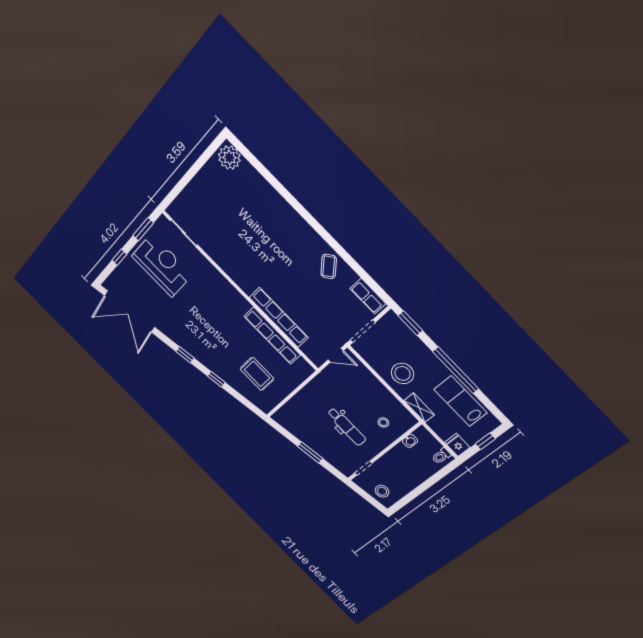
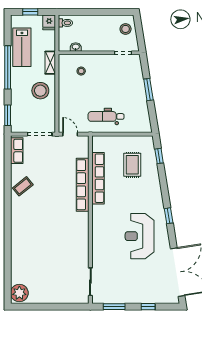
reception desk: (162, 265) -> (140, 236), moved
window: (216, 379) -> (159, 156), moved
dental chair: (347, 427) -> (106, 116), moved, turned -90

